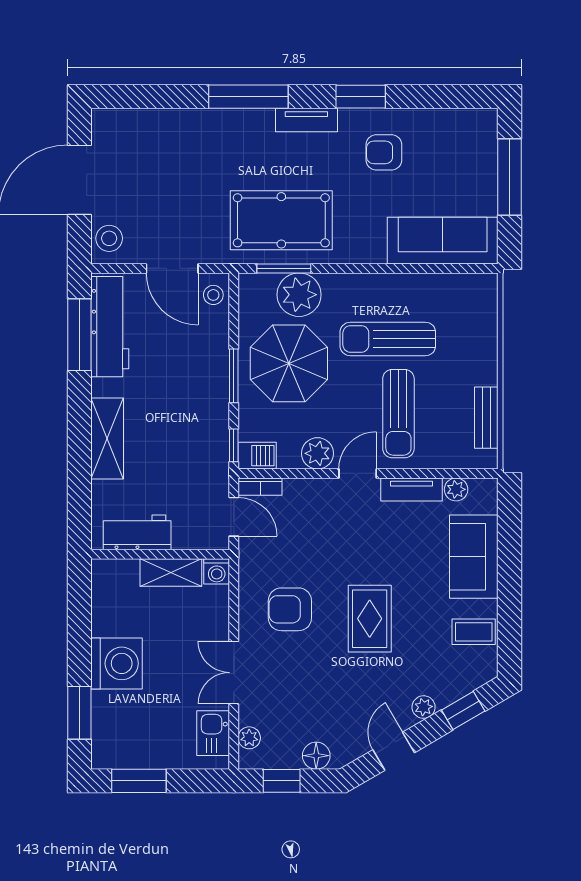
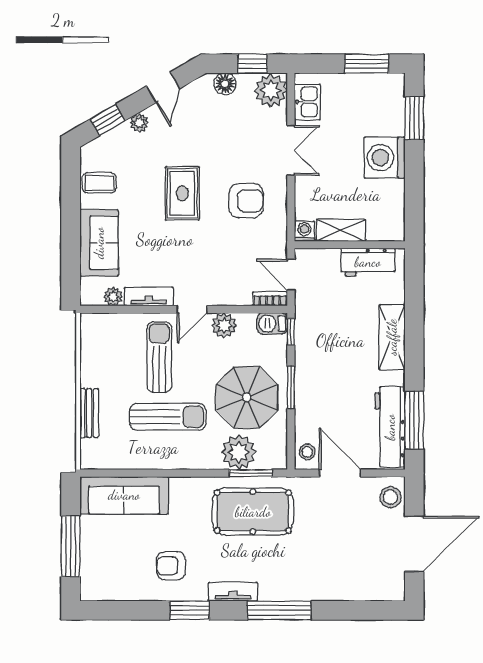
armchair: (384, 152) -> (171, 566), turned 180
bench: (486, 418) -> (89, 413), moved
plant: (249, 738) -> (271, 90), width x1.87, depth x1.87

